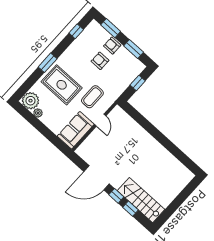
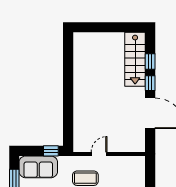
window: (138, 83) -> (51, 151), moved
sofa: (76, 130) -> (38, 167), moved

